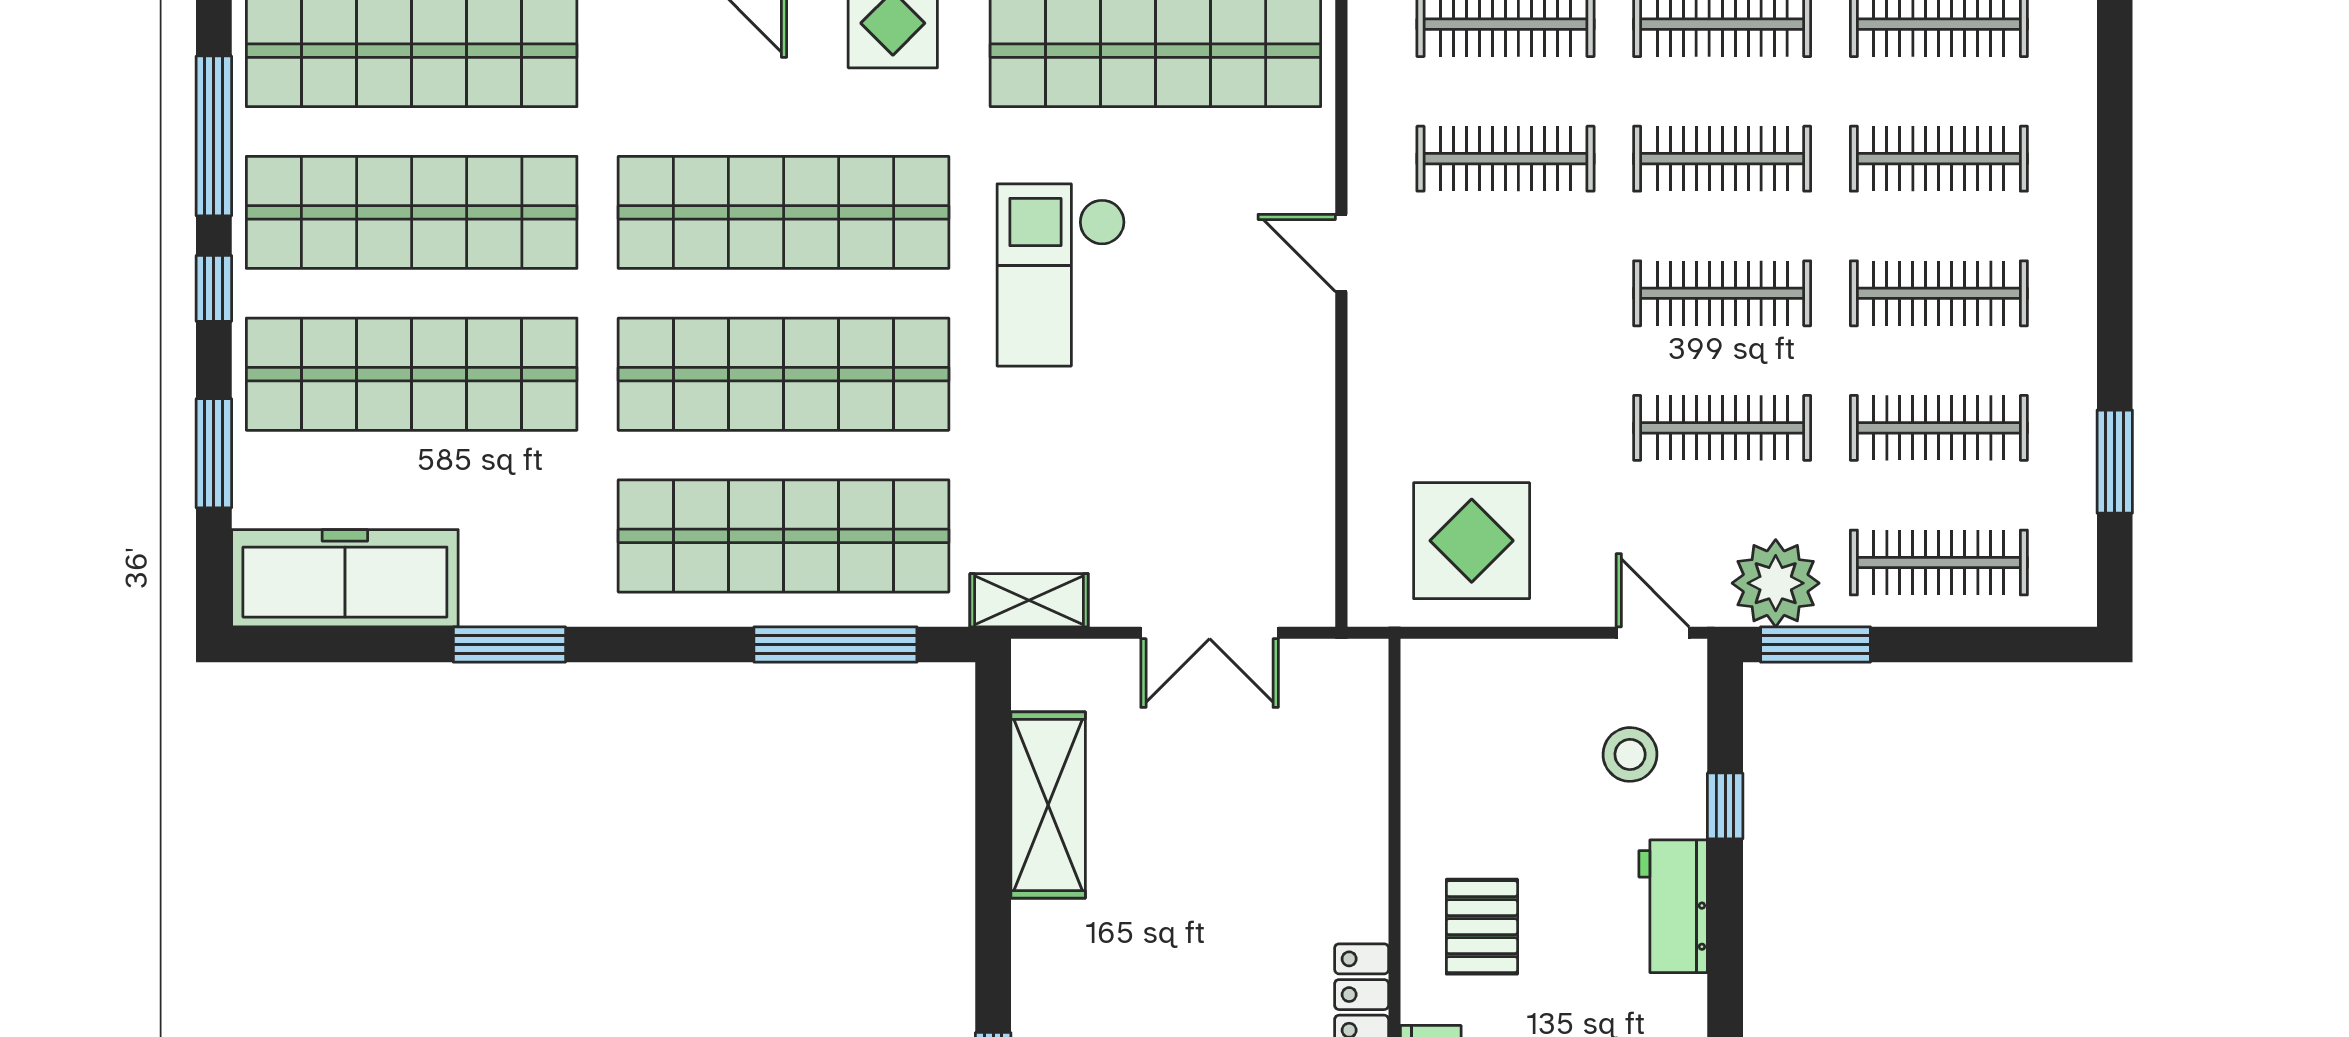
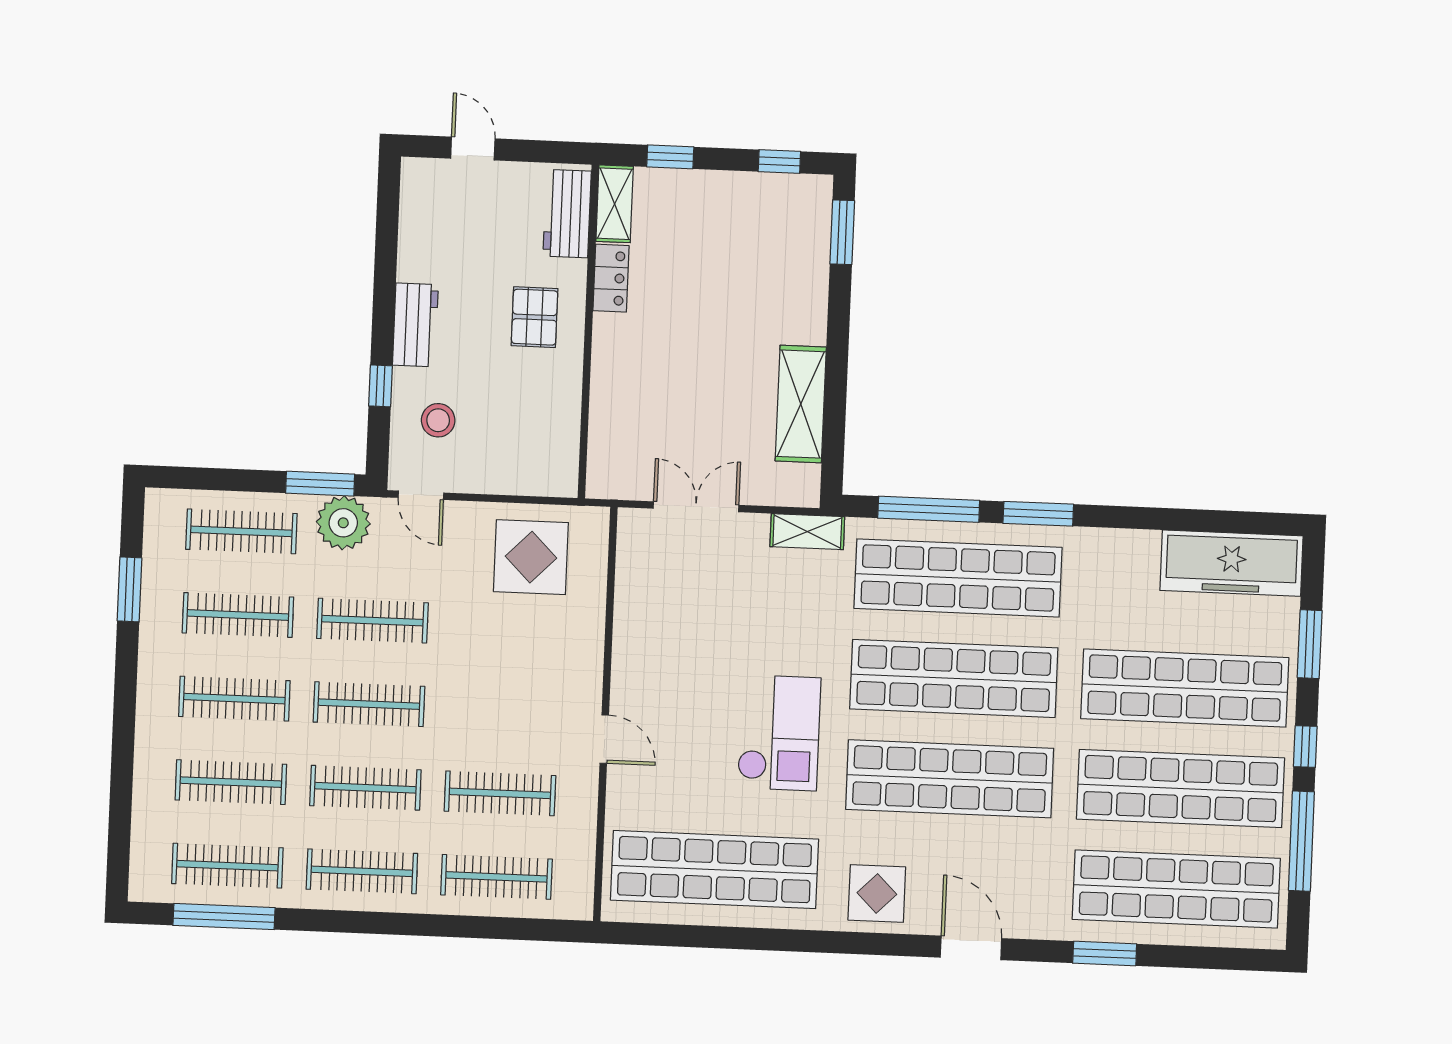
window: (509, 645) -> (1038, 514), moved

